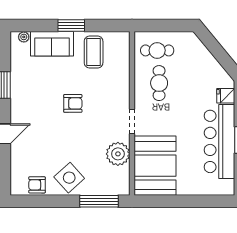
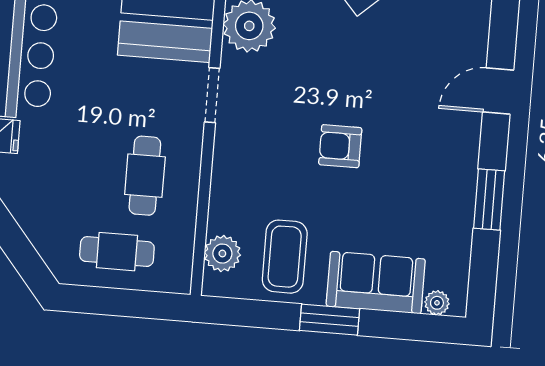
cafe table: (157, 50) -> (117, 252), moved
plant: (122, 51) -> (222, 254), added

